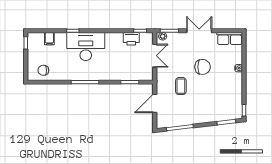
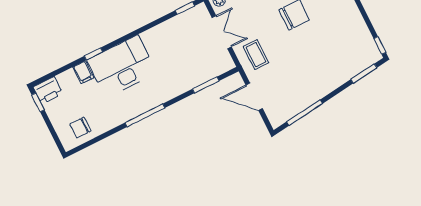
filing cabinet: (49, 39) -> (83, 72), moved
printer: (131, 39) -> (48, 90), moved
coffee table: (181, 86) -> (256, 55), moved
door: (155, 103) -> (254, 97), hinge flipped

